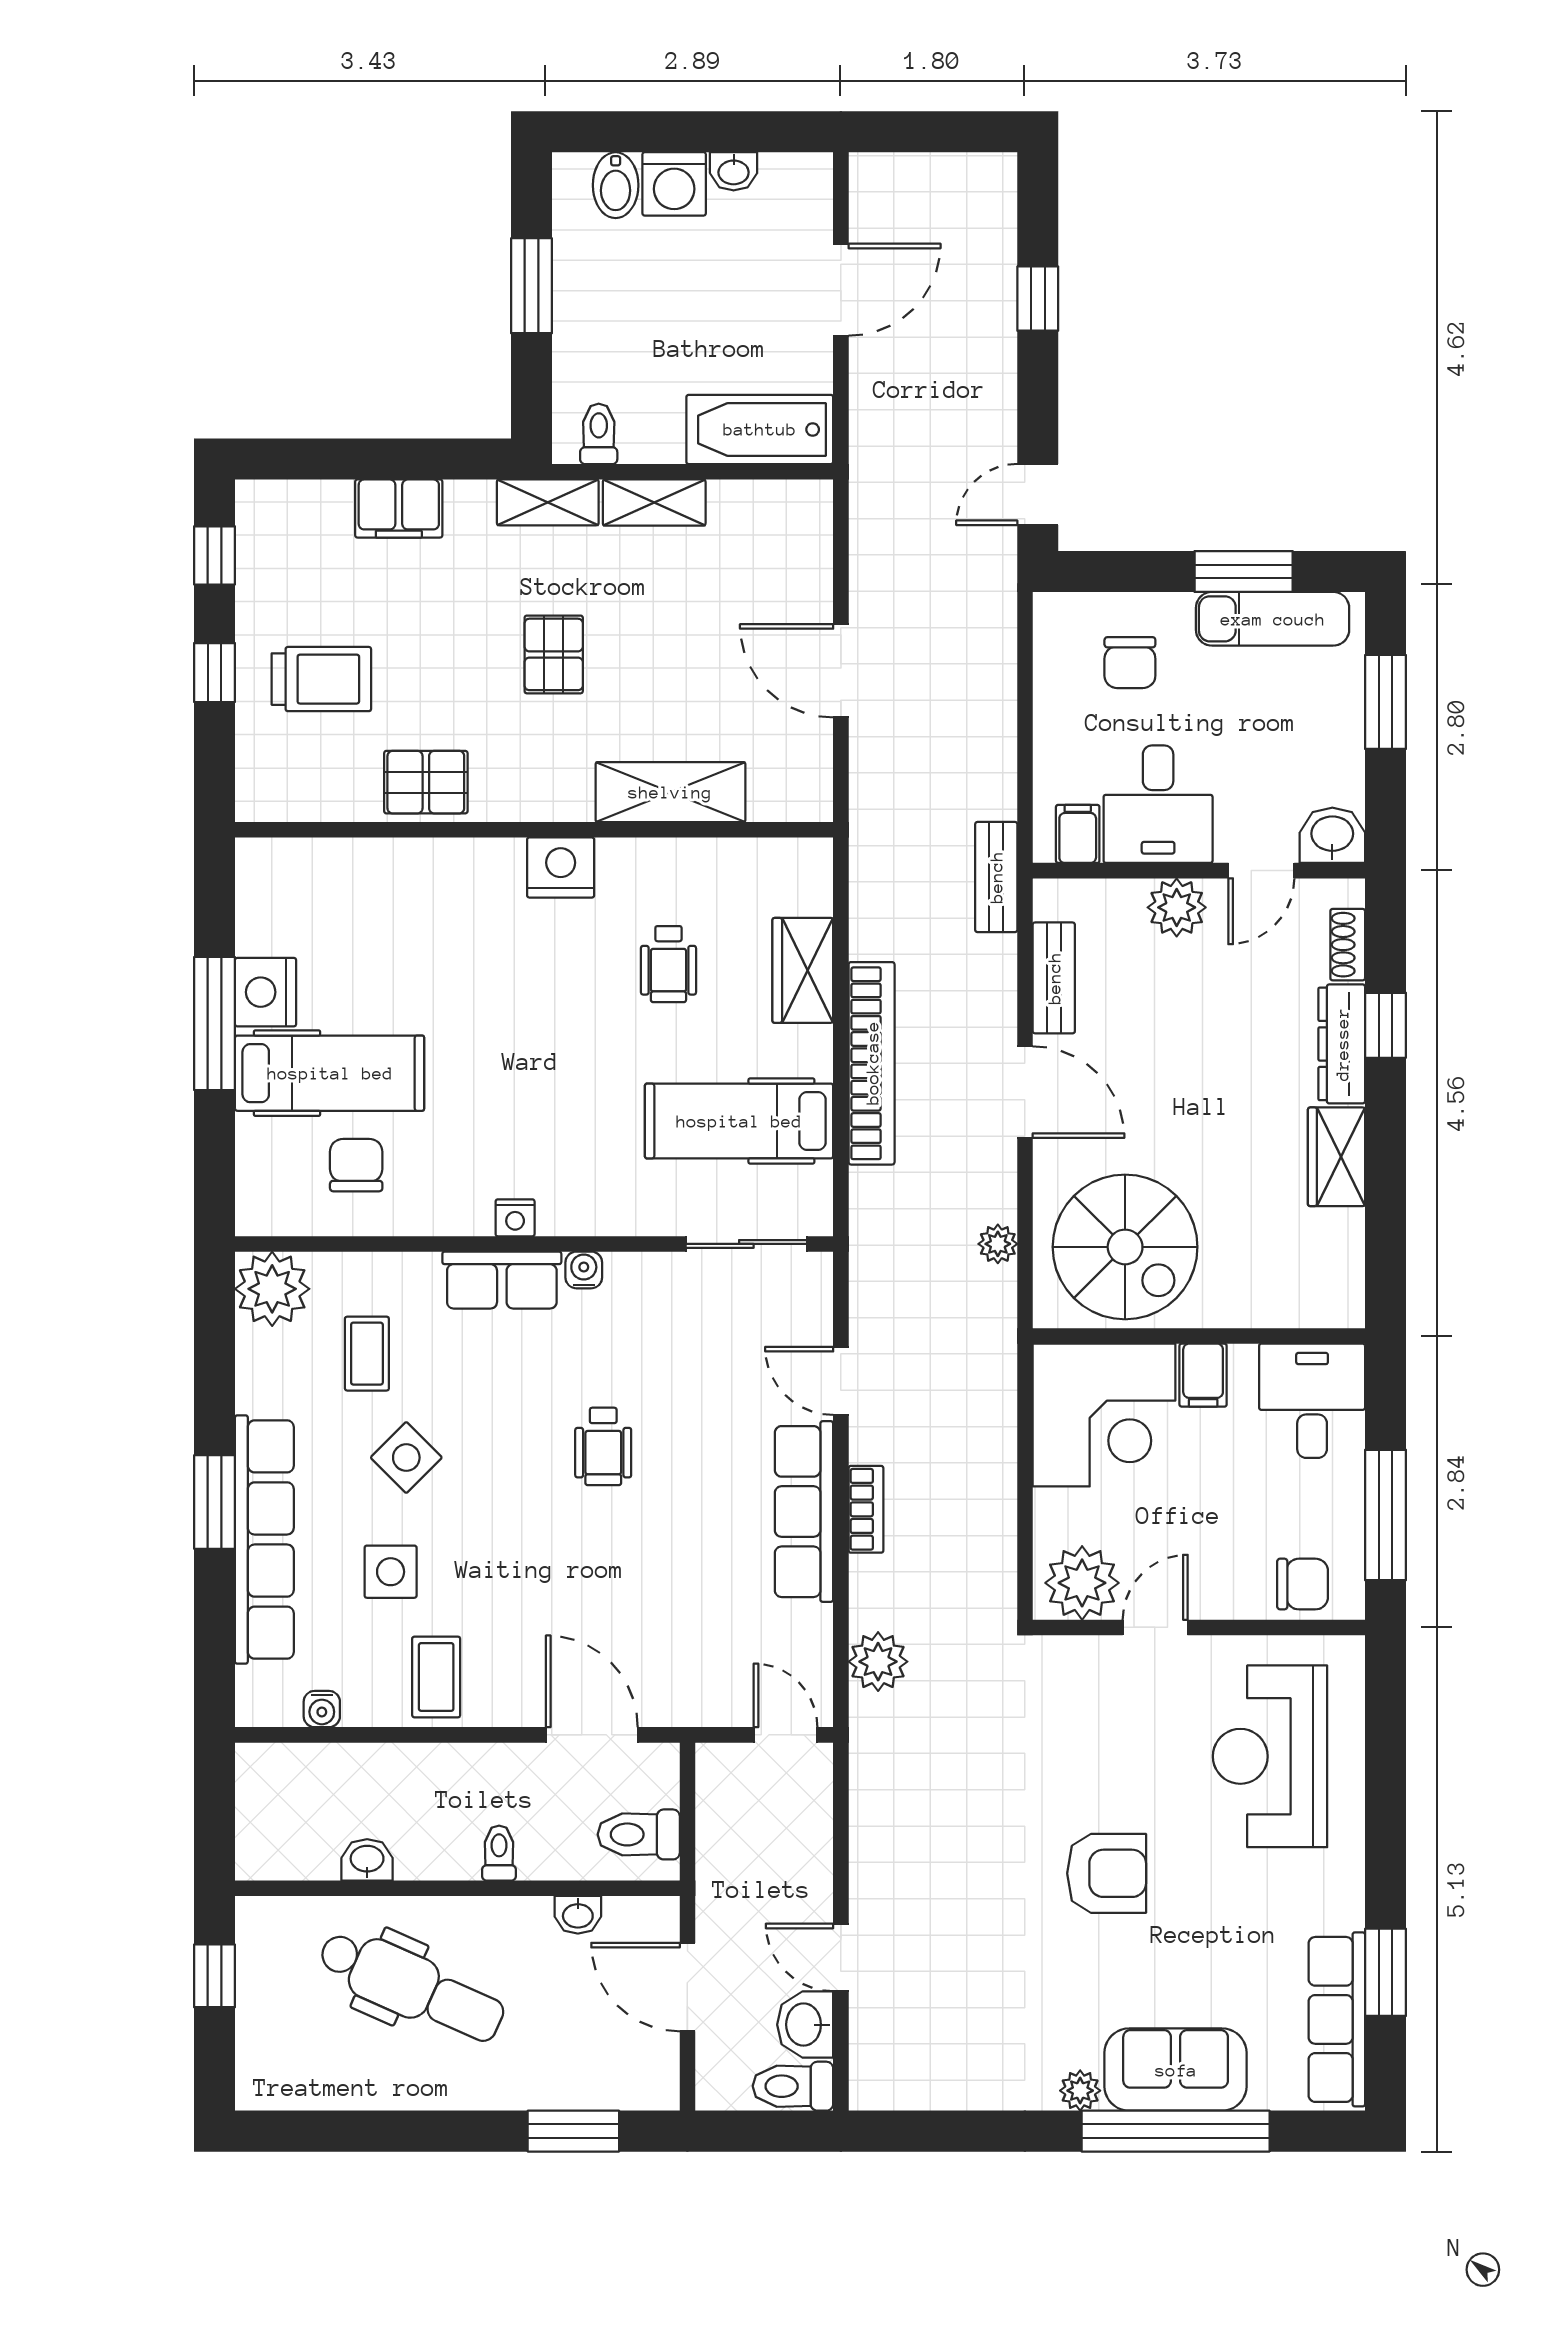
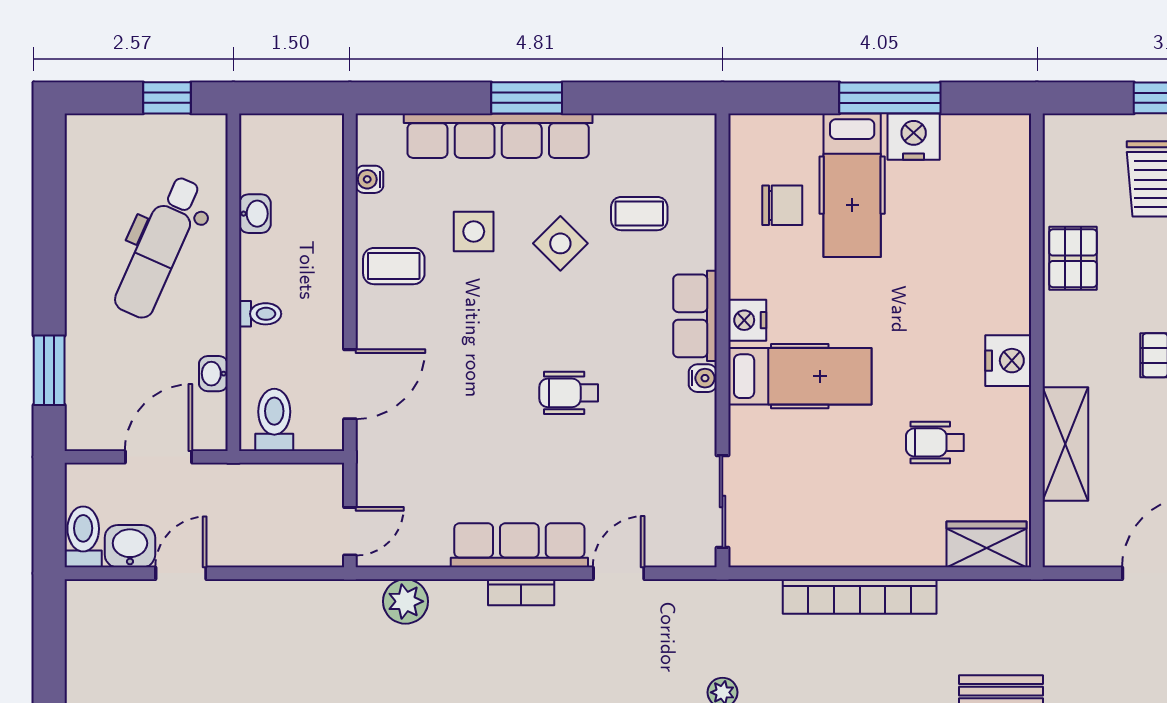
wardrobe: (803, 970) -> (986, 544), moved
hospital bed: (739, 1121) -> (800, 376), moved, turned 90
nightstand: (515, 1218) -> (747, 320), width x1.39, depth x1.35
plant: (272, 1289) -> (688, 142), removed

